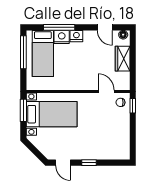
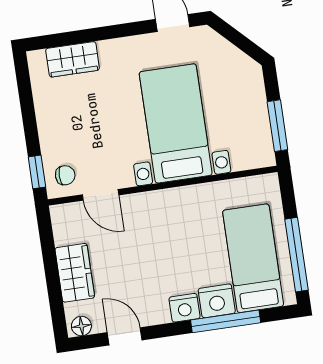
bed with nightstands: (52, 114) -> (176, 123), moved, turned 90
wardrobe: (110, 153) -> (73, 59), added
window: (89, 163) -> (115, 32), removed

